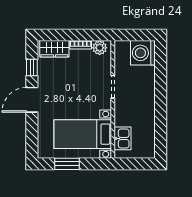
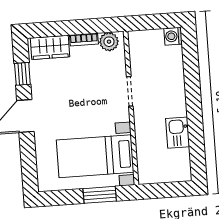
washing machine: (143, 53) -> (173, 36), width x0.53, depth x0.53
kitchen sink: (122, 138) -> (178, 133), moved, turned 180
window: (67, 164) -> (100, 195), moved

